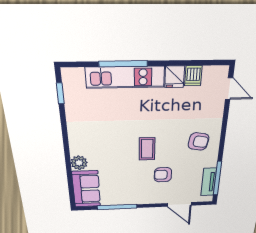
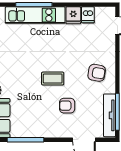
coffee table: (147, 149) -> (53, 79), turned 90
tv unit: (209, 182) -> (110, 115), width x1.41

